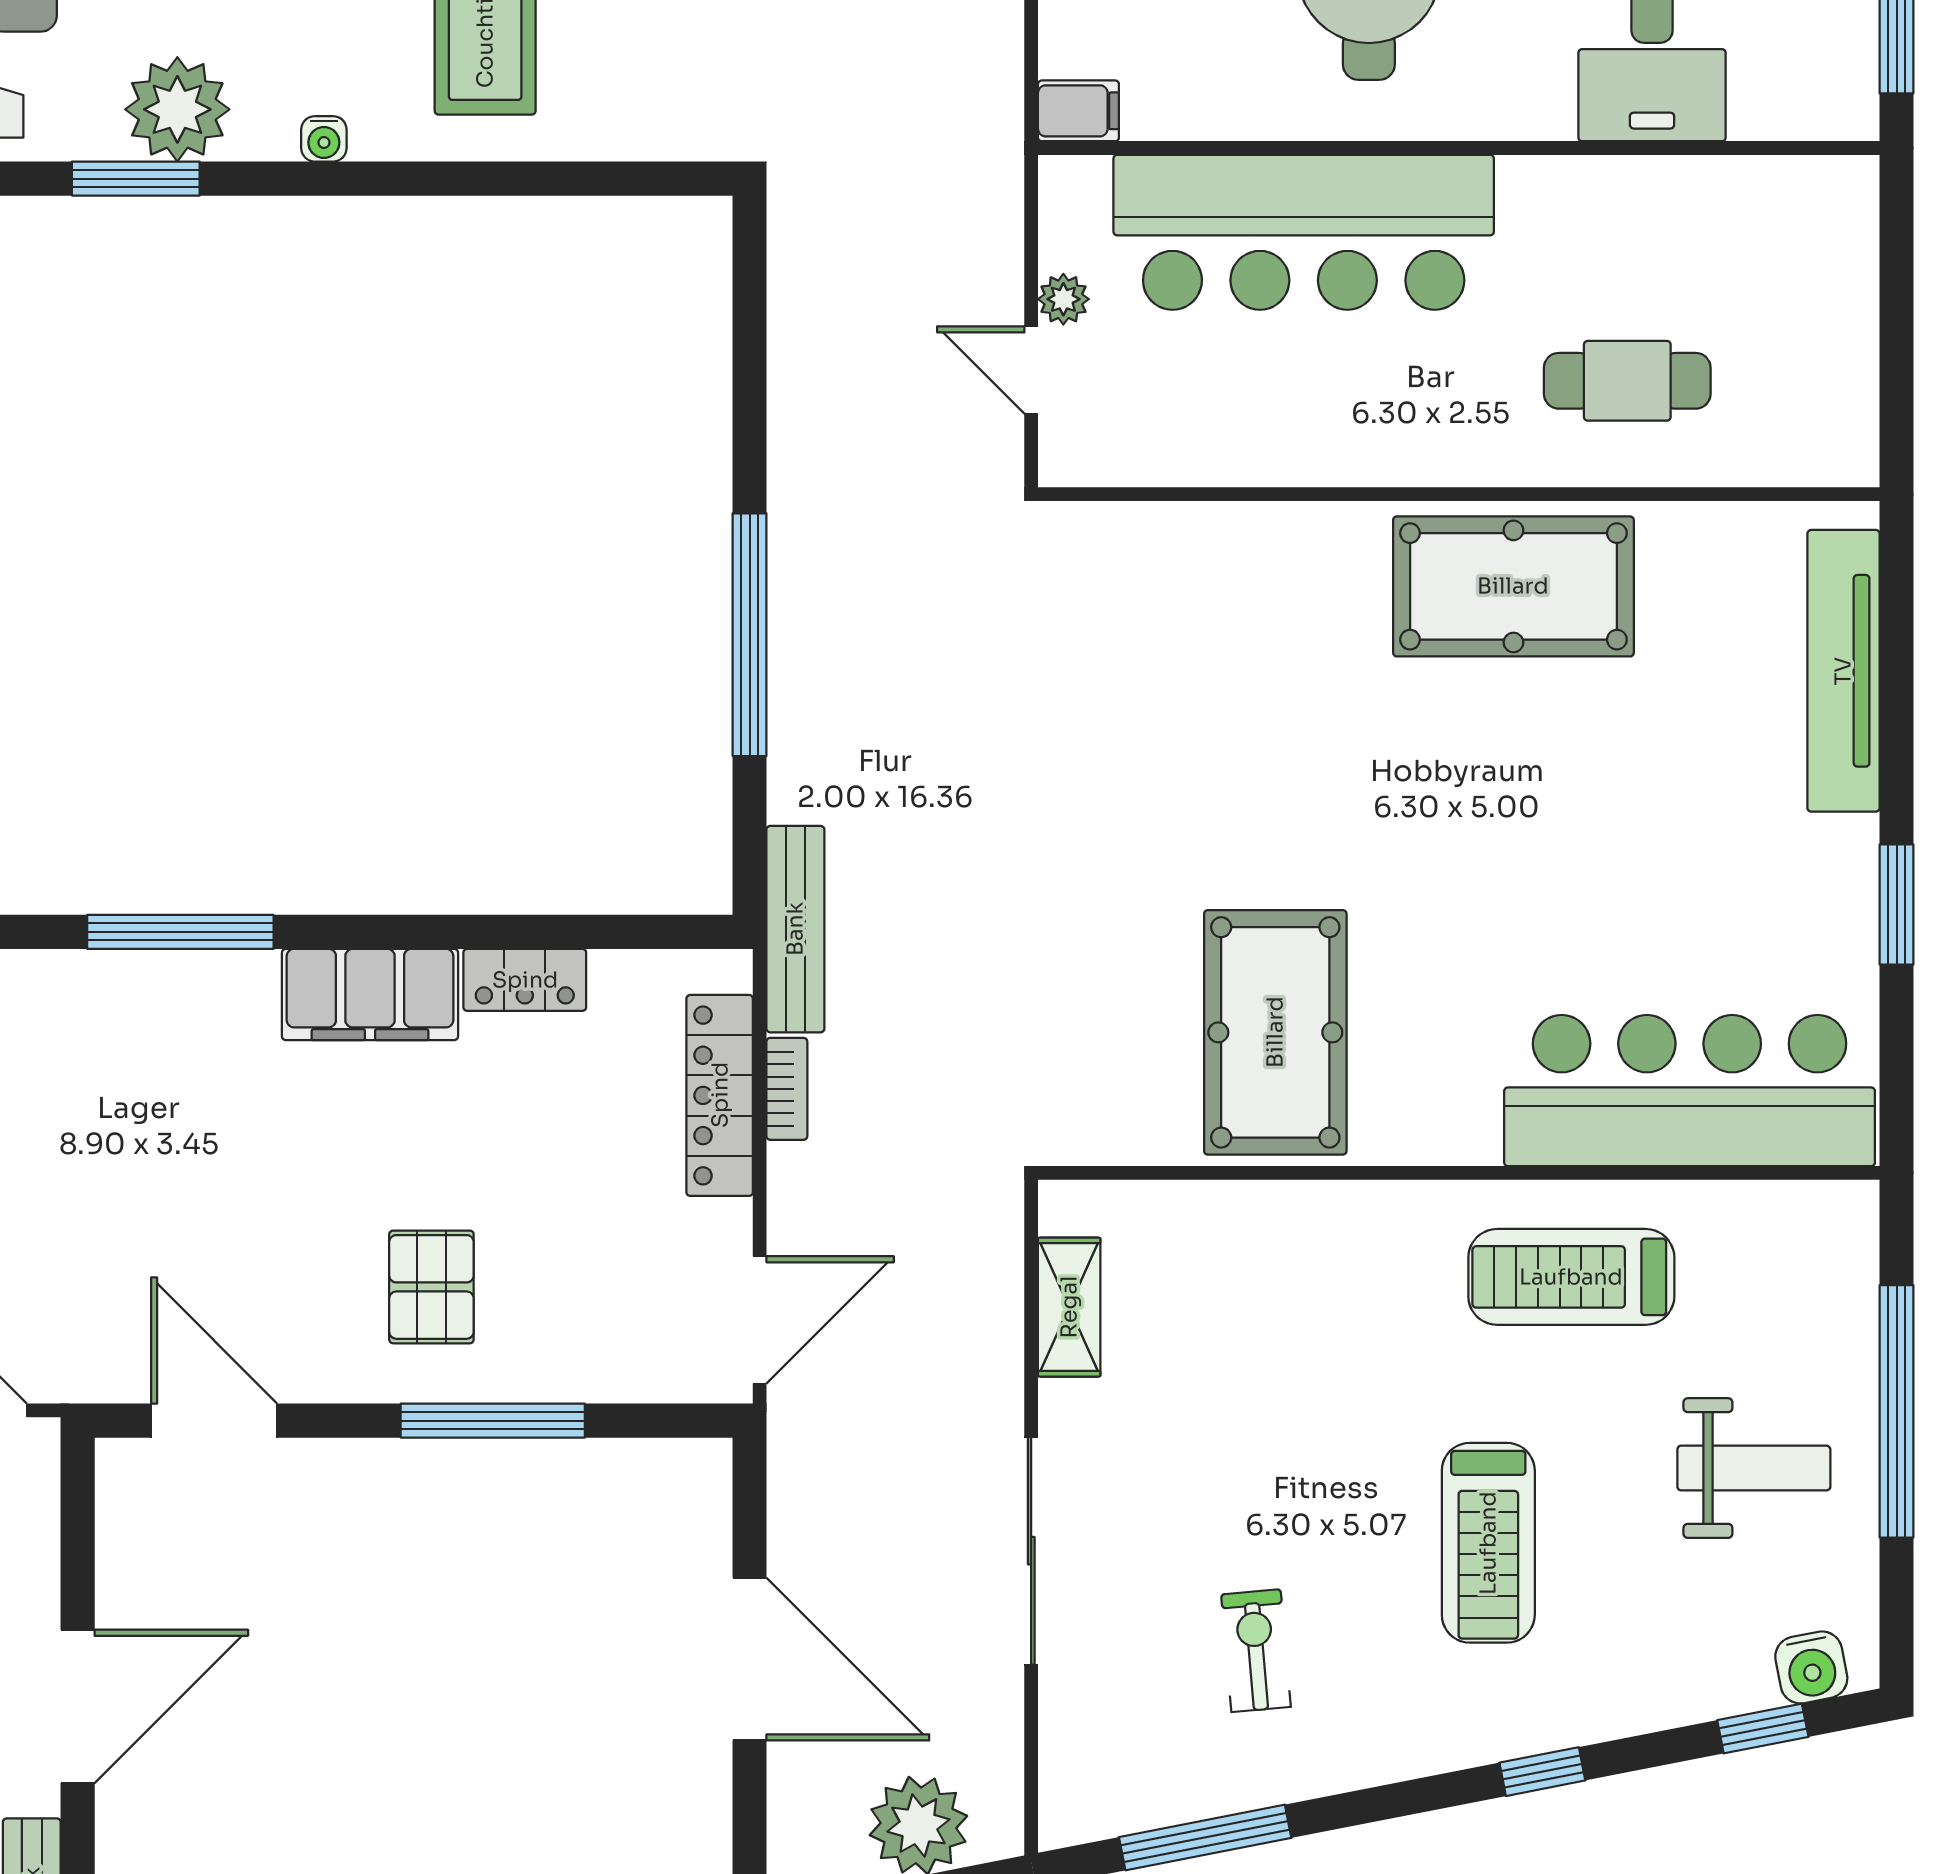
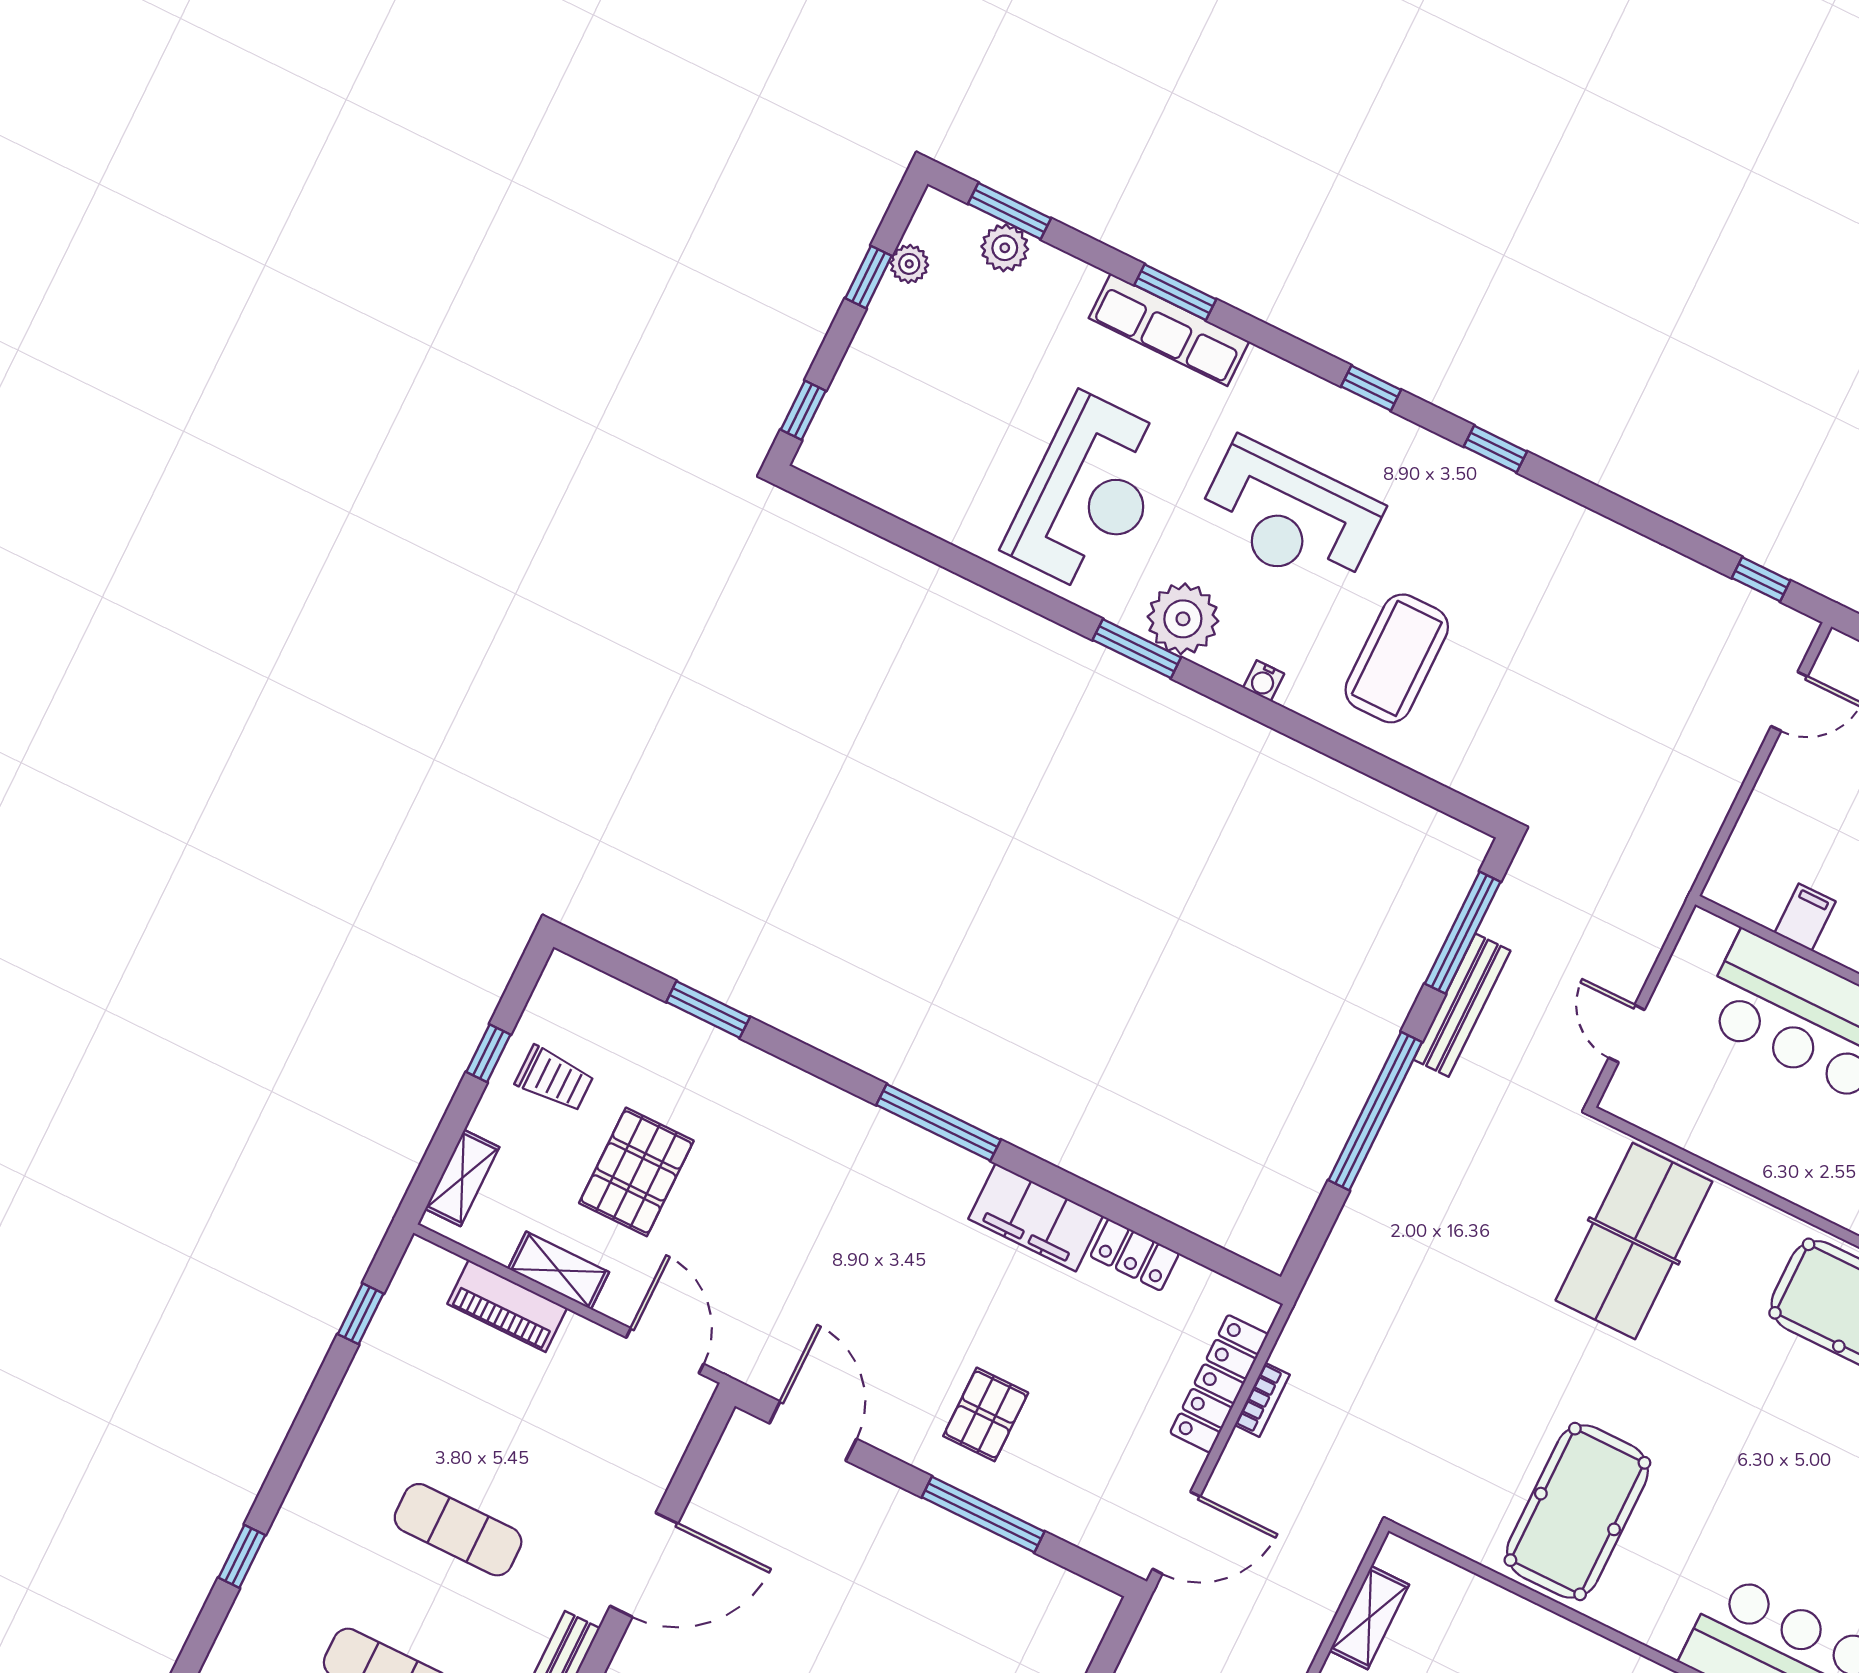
filing cabinet: (1078, 111) -> (1805, 917), moved, turned -90
plant: (1063, 299) -> (1667, 1000), removed
window: (750, 343) -> (1463, 933), added
table tennis table: (1175, 639) -> (1634, 1241), added
bench: (795, 929) -> (1462, 1005), moved

